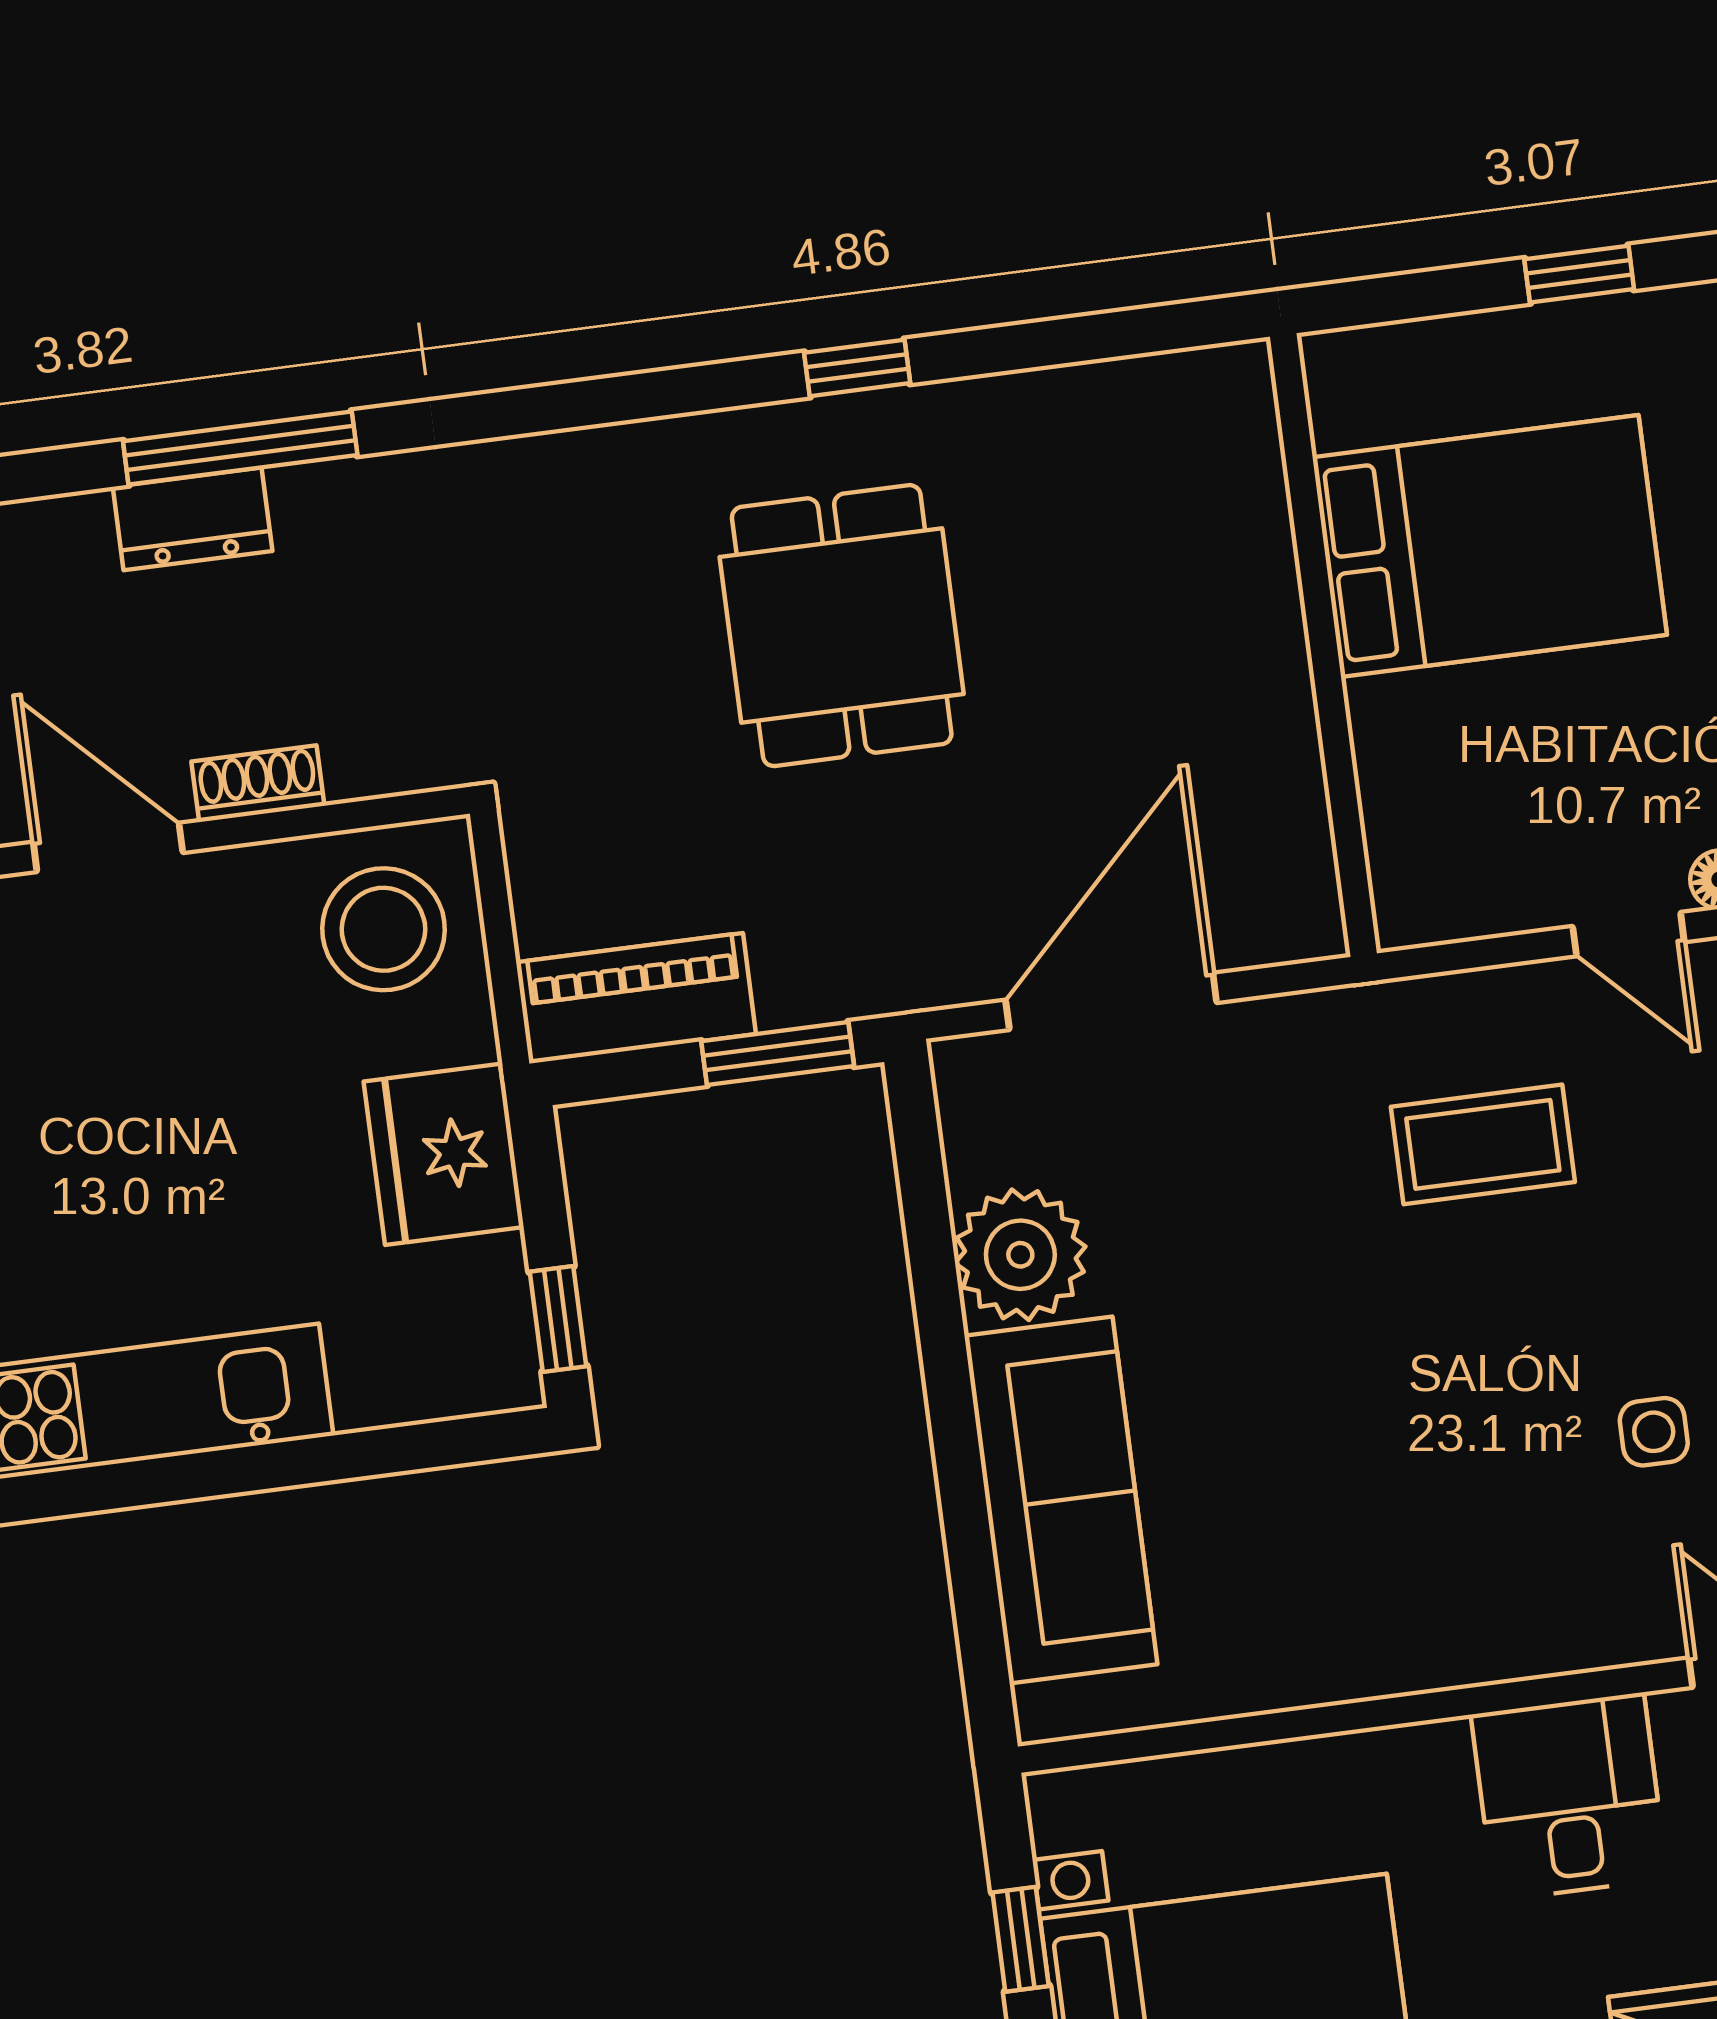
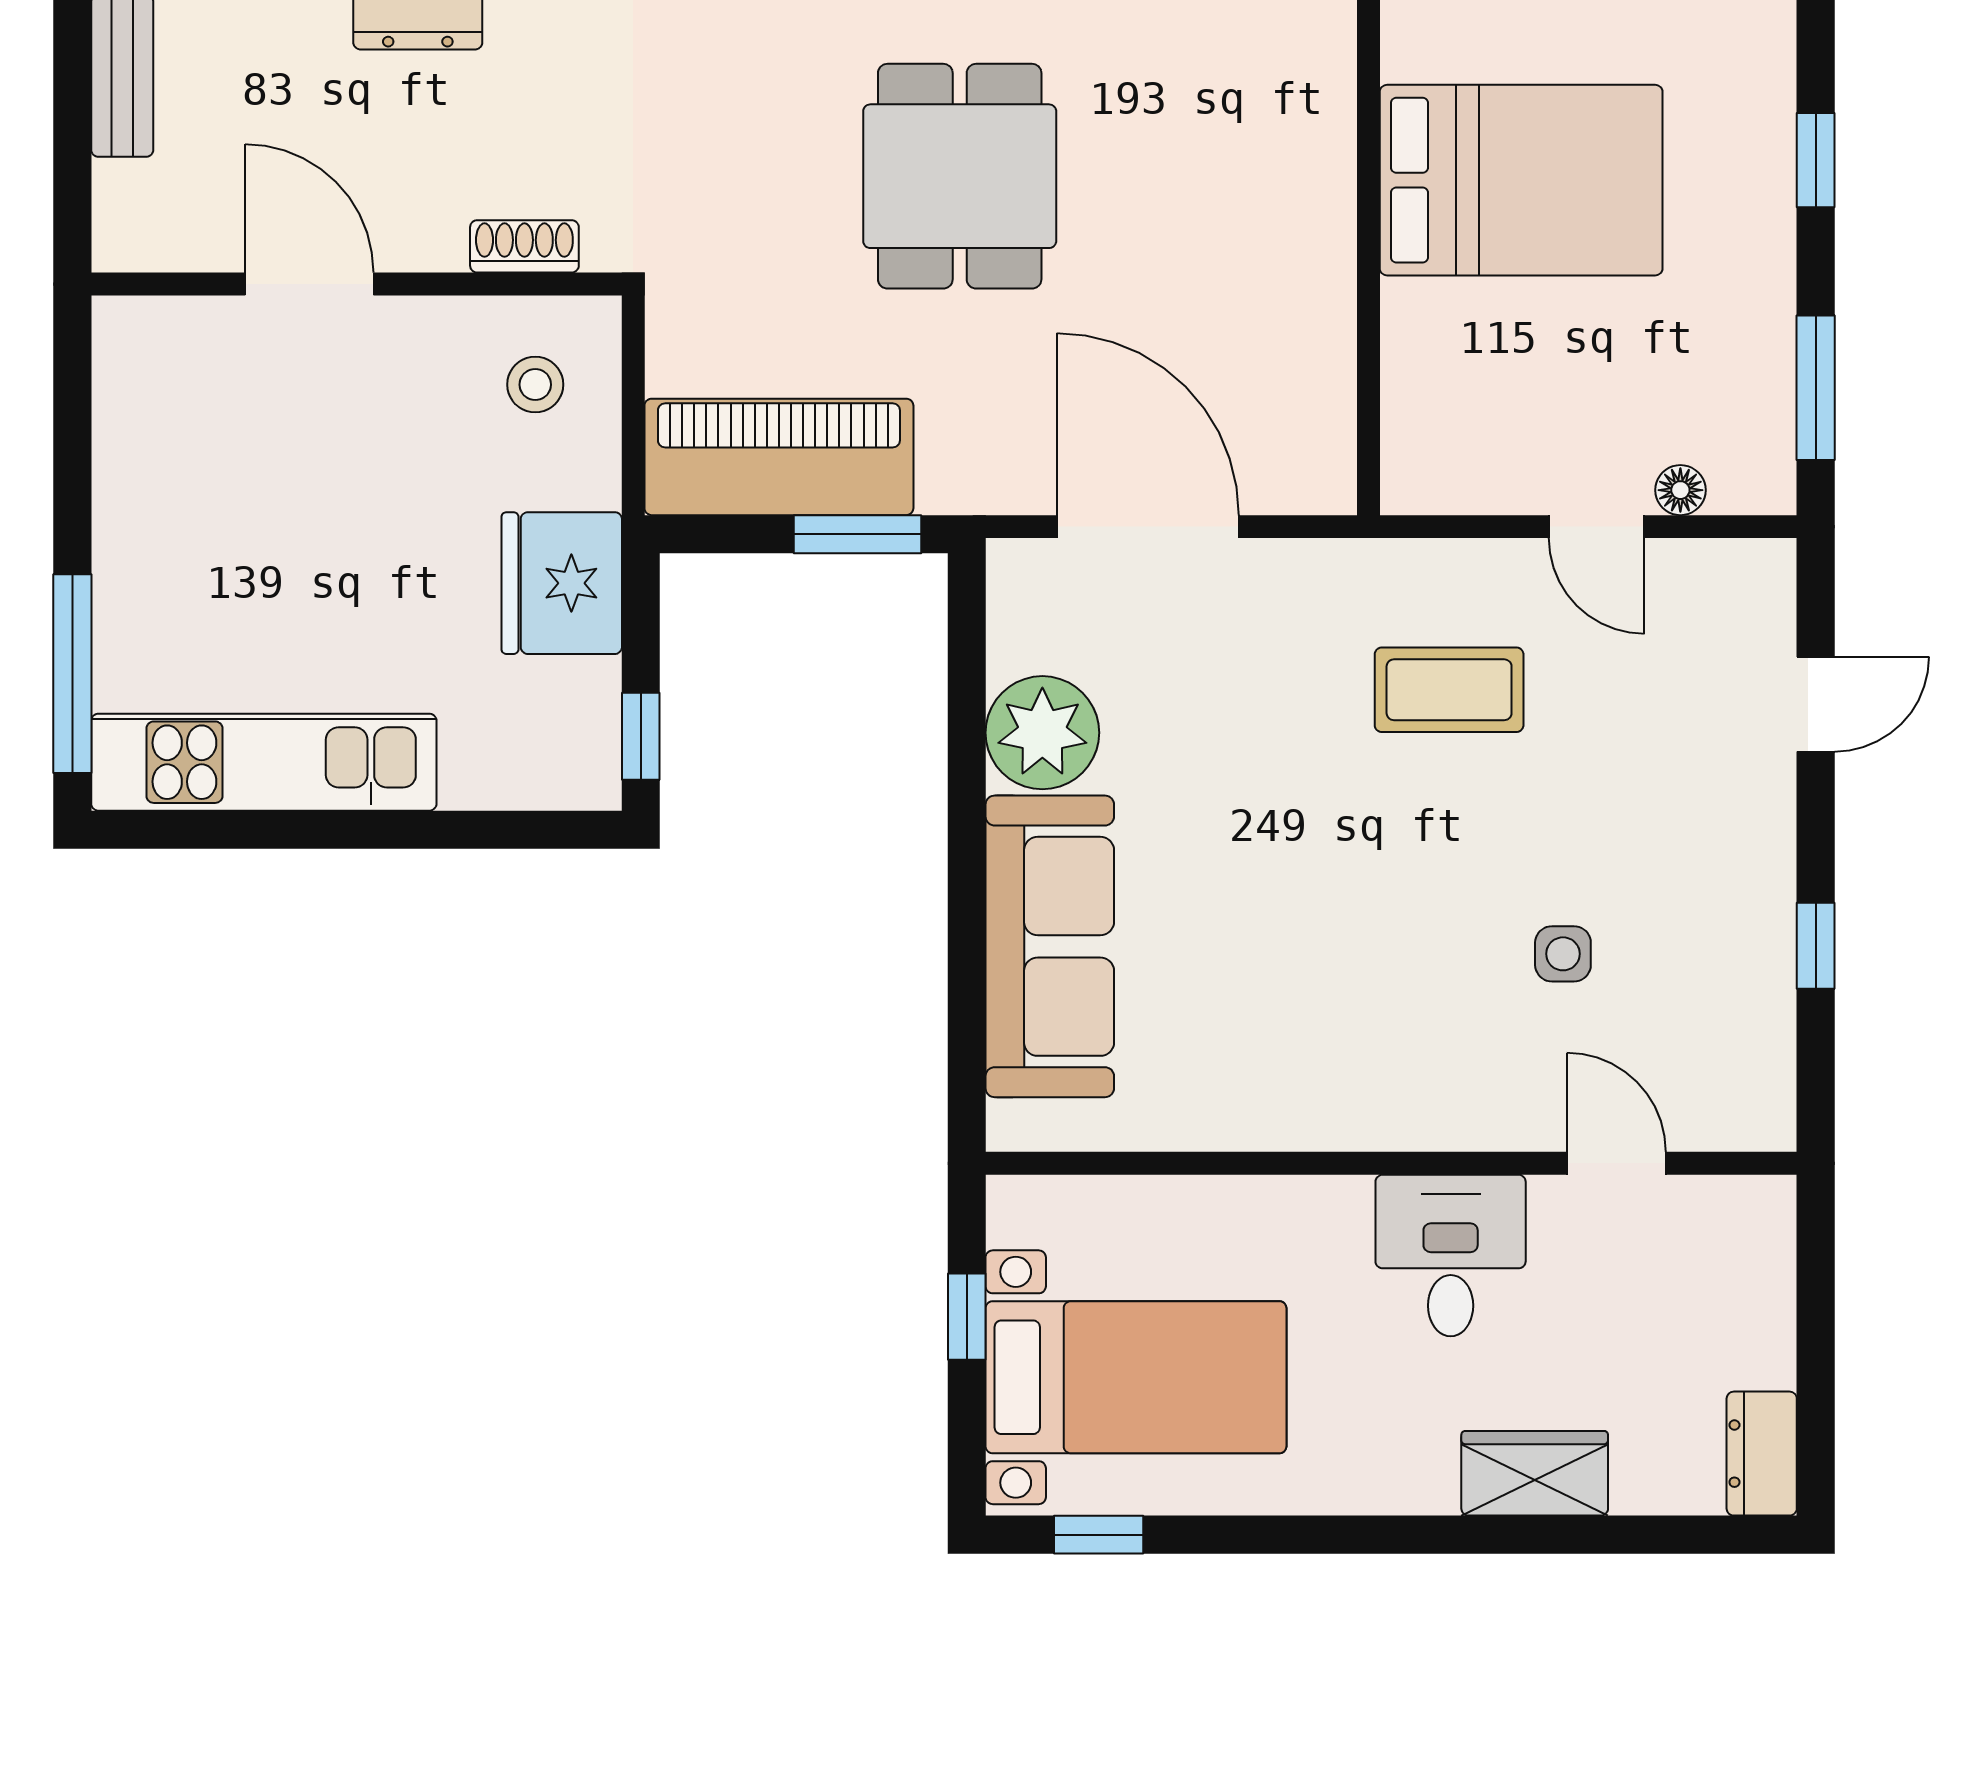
shoe rack: (258, 784) -> (524, 246), moved
stool: (384, 929) -> (535, 385), width x0.53, depth x0.53
piano: (636, 998) -> (779, 457), width x1.37, depth x1.33
door: (1111, 1001) -> (1148, 527), hinge flipped

